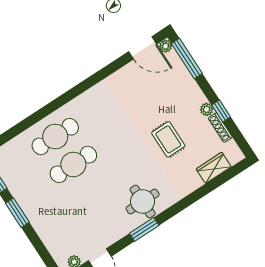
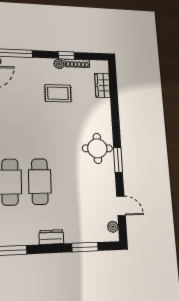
rug: (168, 139) -> (58, 93), moved
dresser: (28, 207) -> (51, 237), added
window: (17, 213) -> (85, 247), moved

